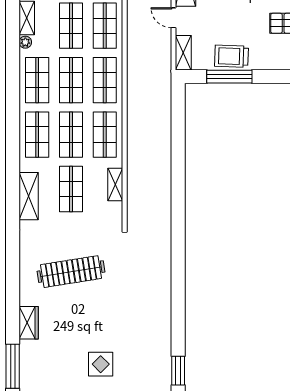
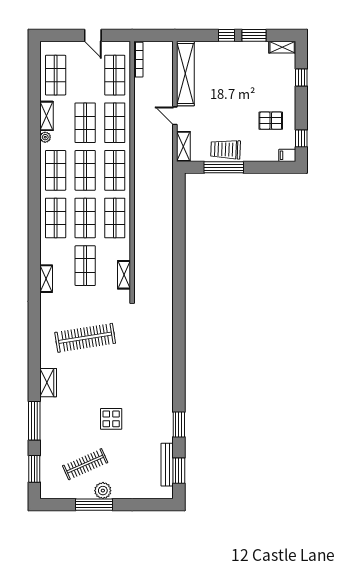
shelving: (115, 184) -> (124, 275), moved
shelving: (29, 196) -> (46, 279), width x0.67, depth x0.75

